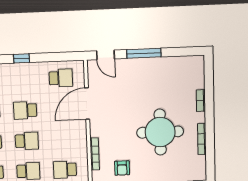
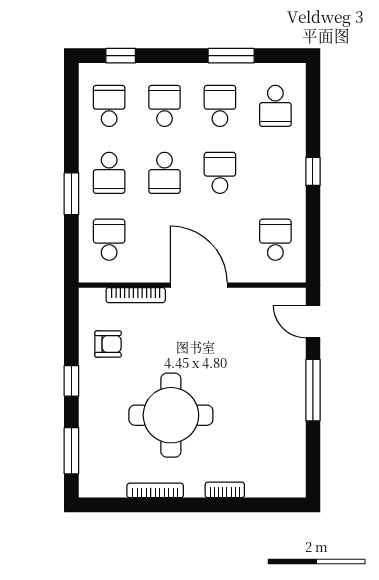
door: (106, 55) -> (313, 322), hinge flipped
school desk: (61, 78) -> (275, 240), turned 180
door: (87, 104) -> (199, 285), moved
armchair: (122, 168) -> (108, 344), turned 180

